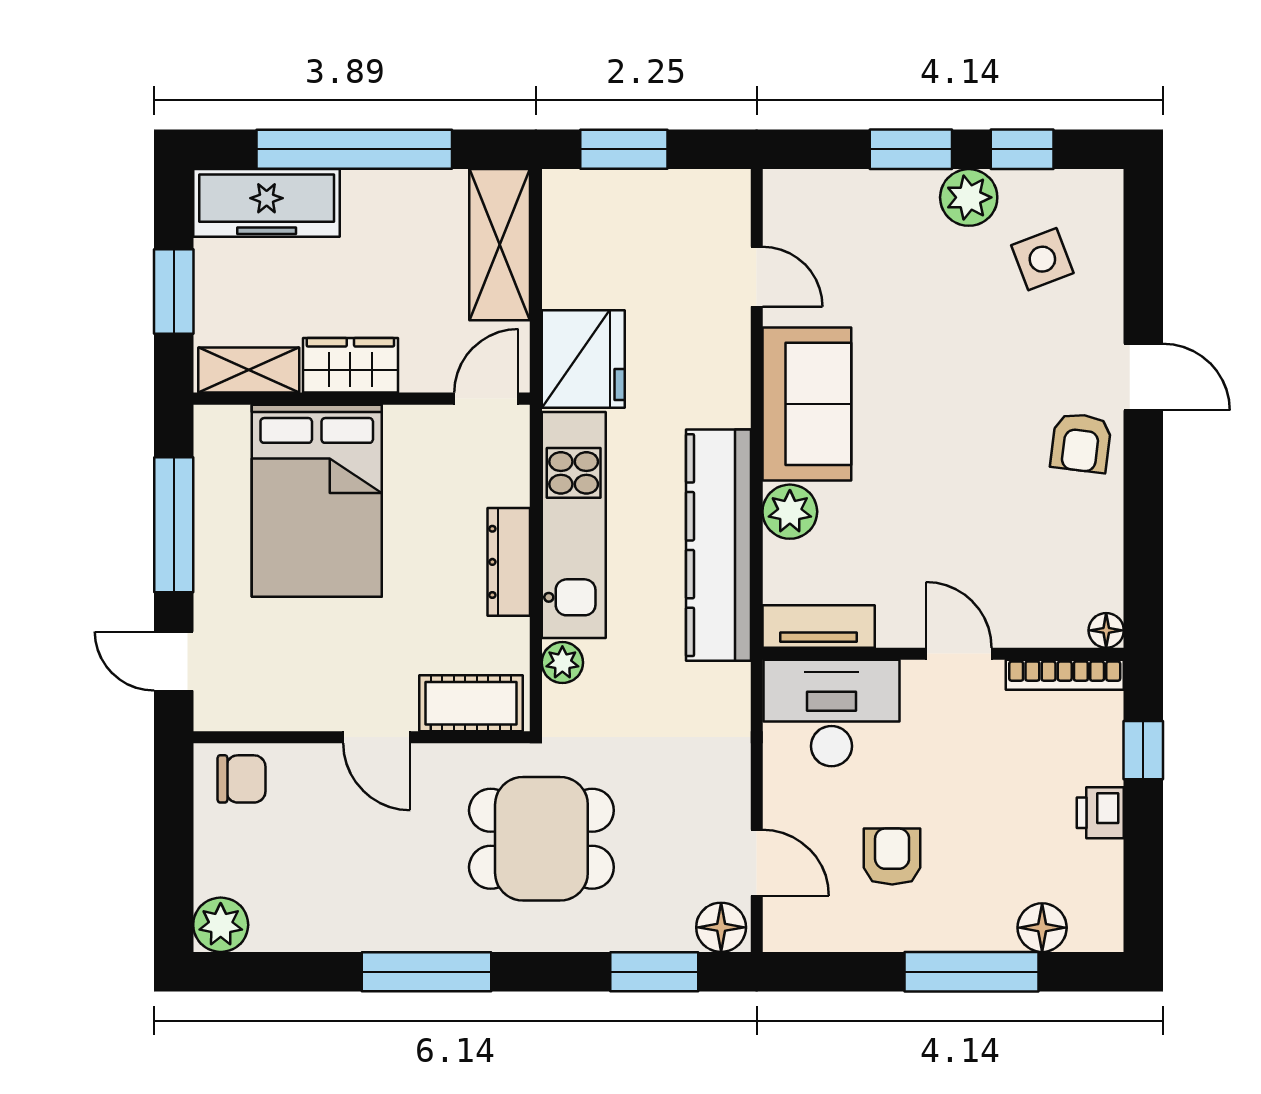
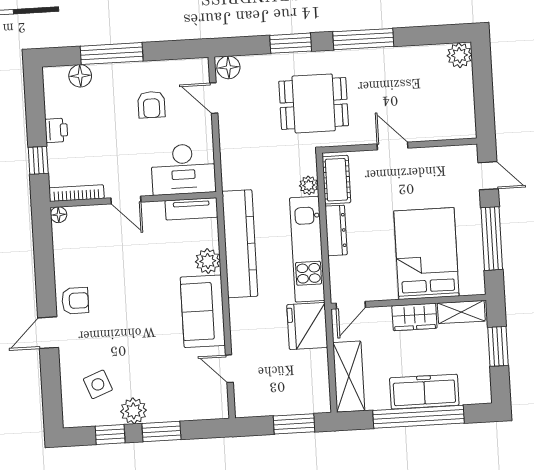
freezer: (267, 203) -> (424, 392), moved
door: (1143, 377) -> (48, 333), hinge flipped
armchair: (1081, 443) -> (75, 301), turned 83
cot: (471, 703) -> (336, 180), moved, turned 90
chair: (242, 779) -> (454, 123), removed
window: (654, 972) -> (291, 43), moved

